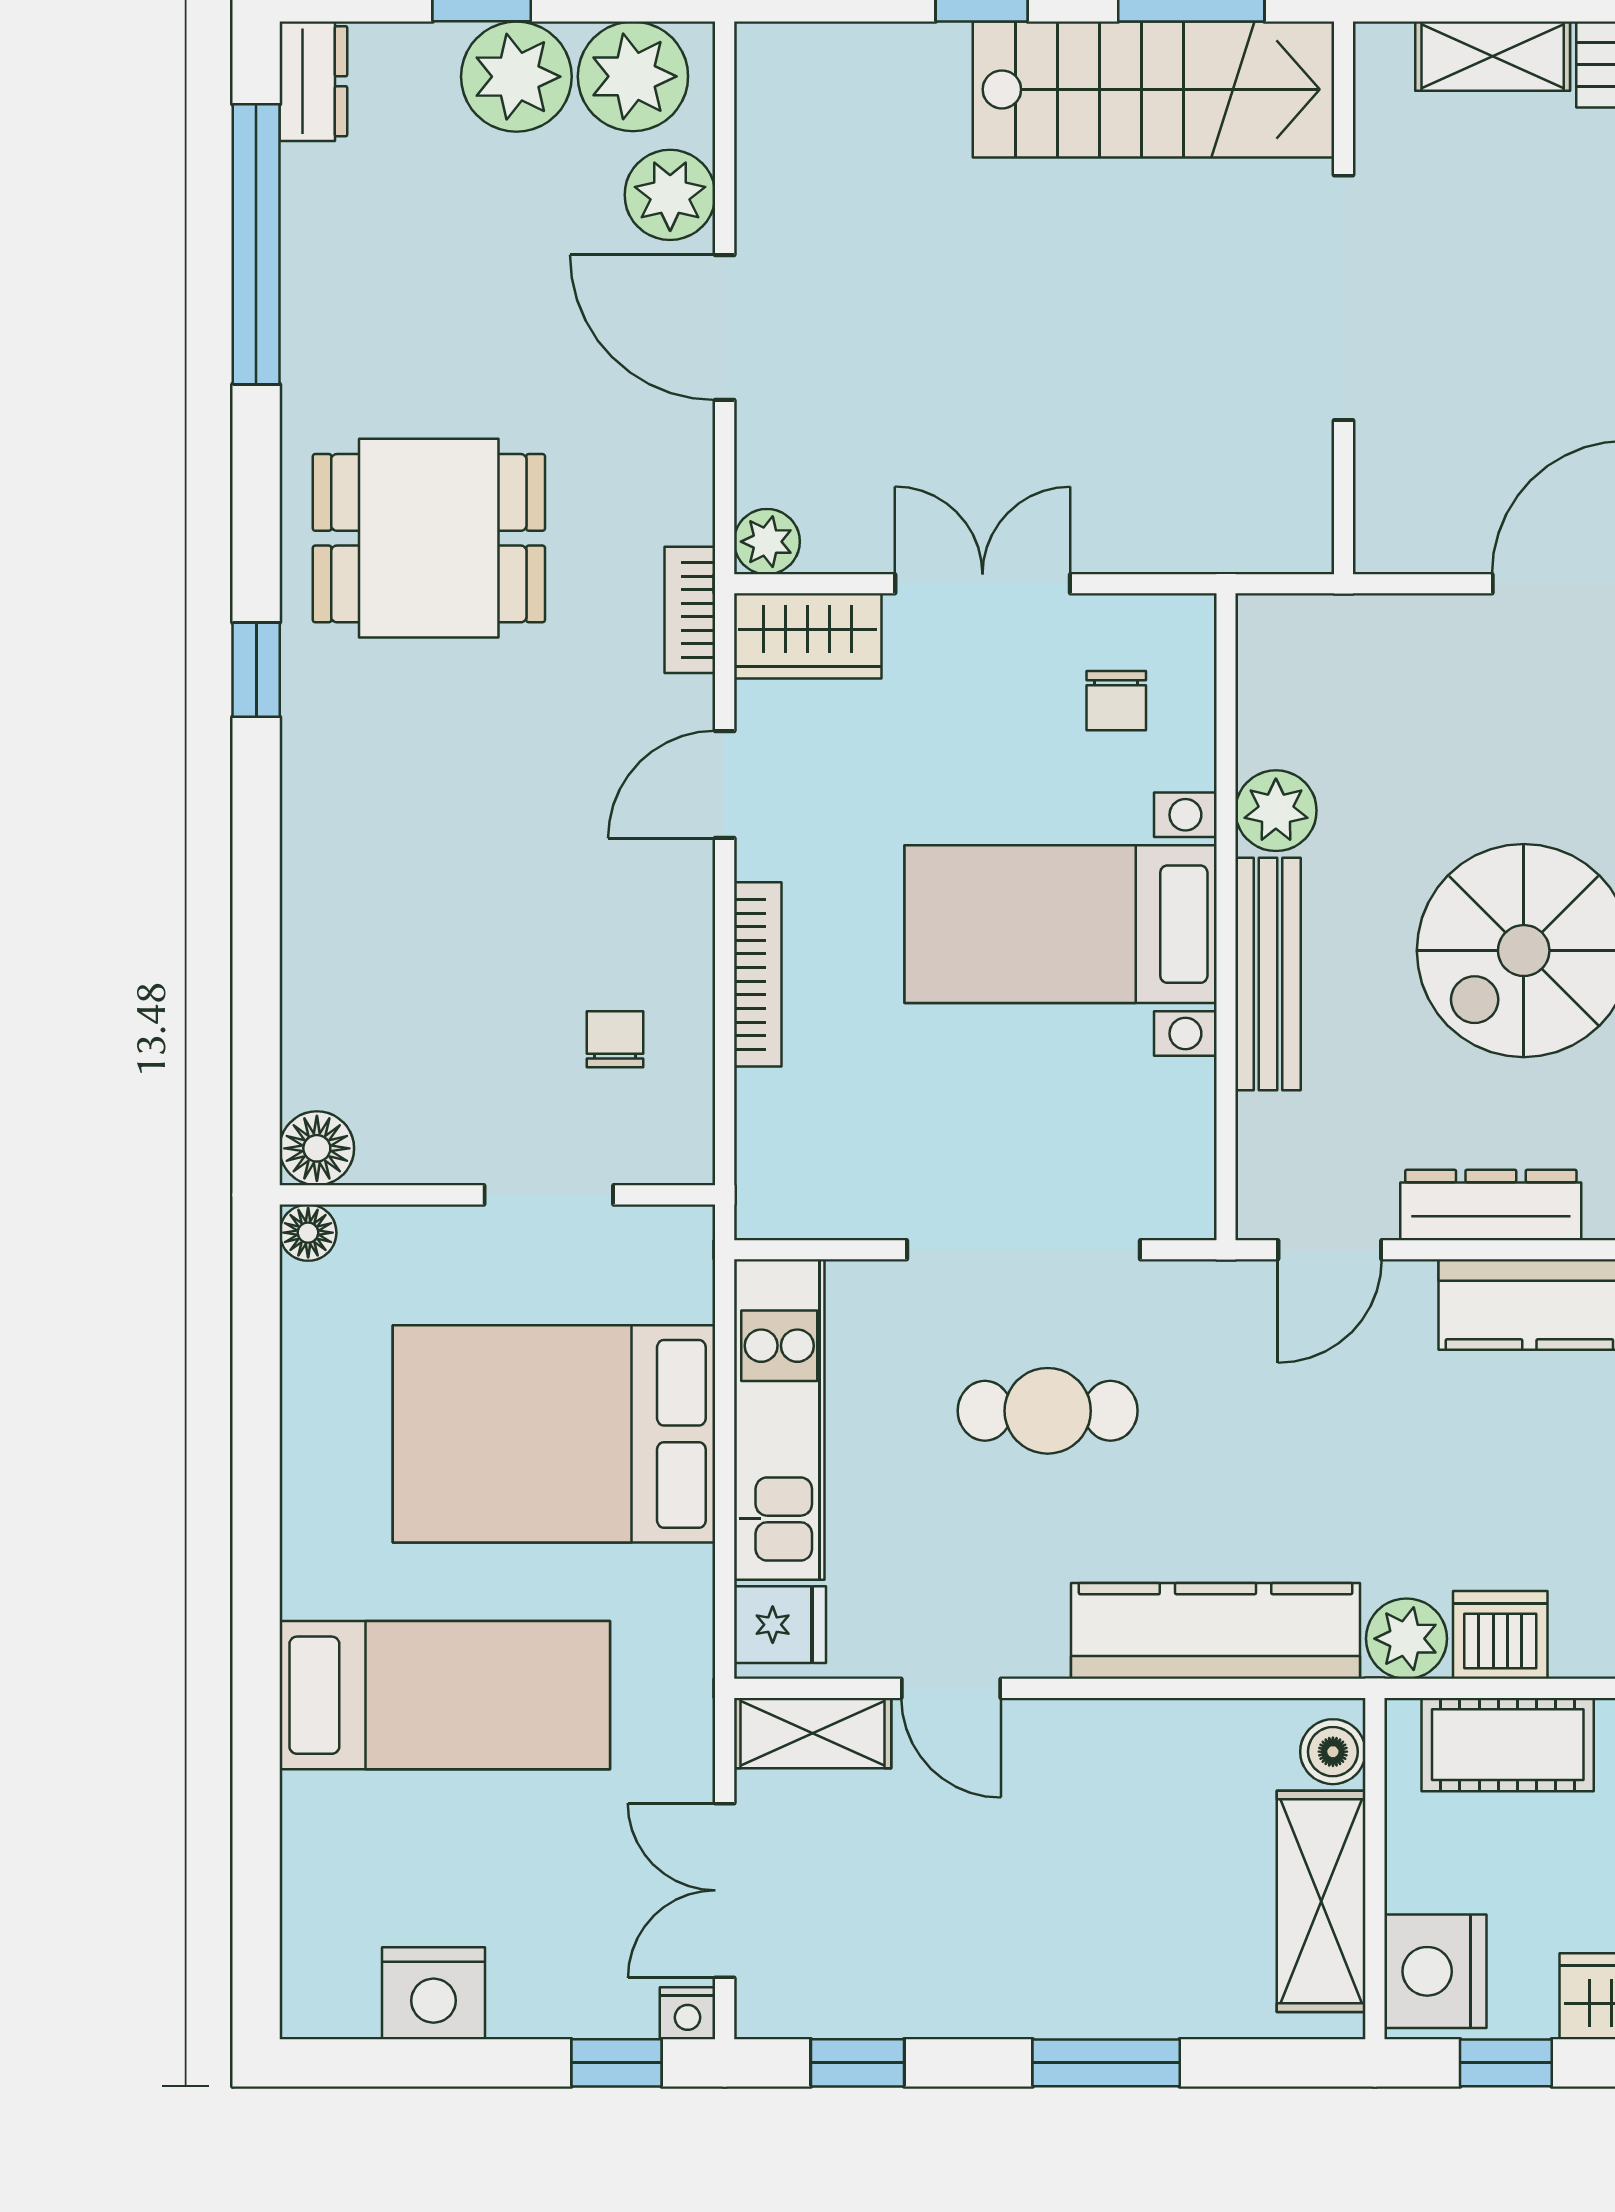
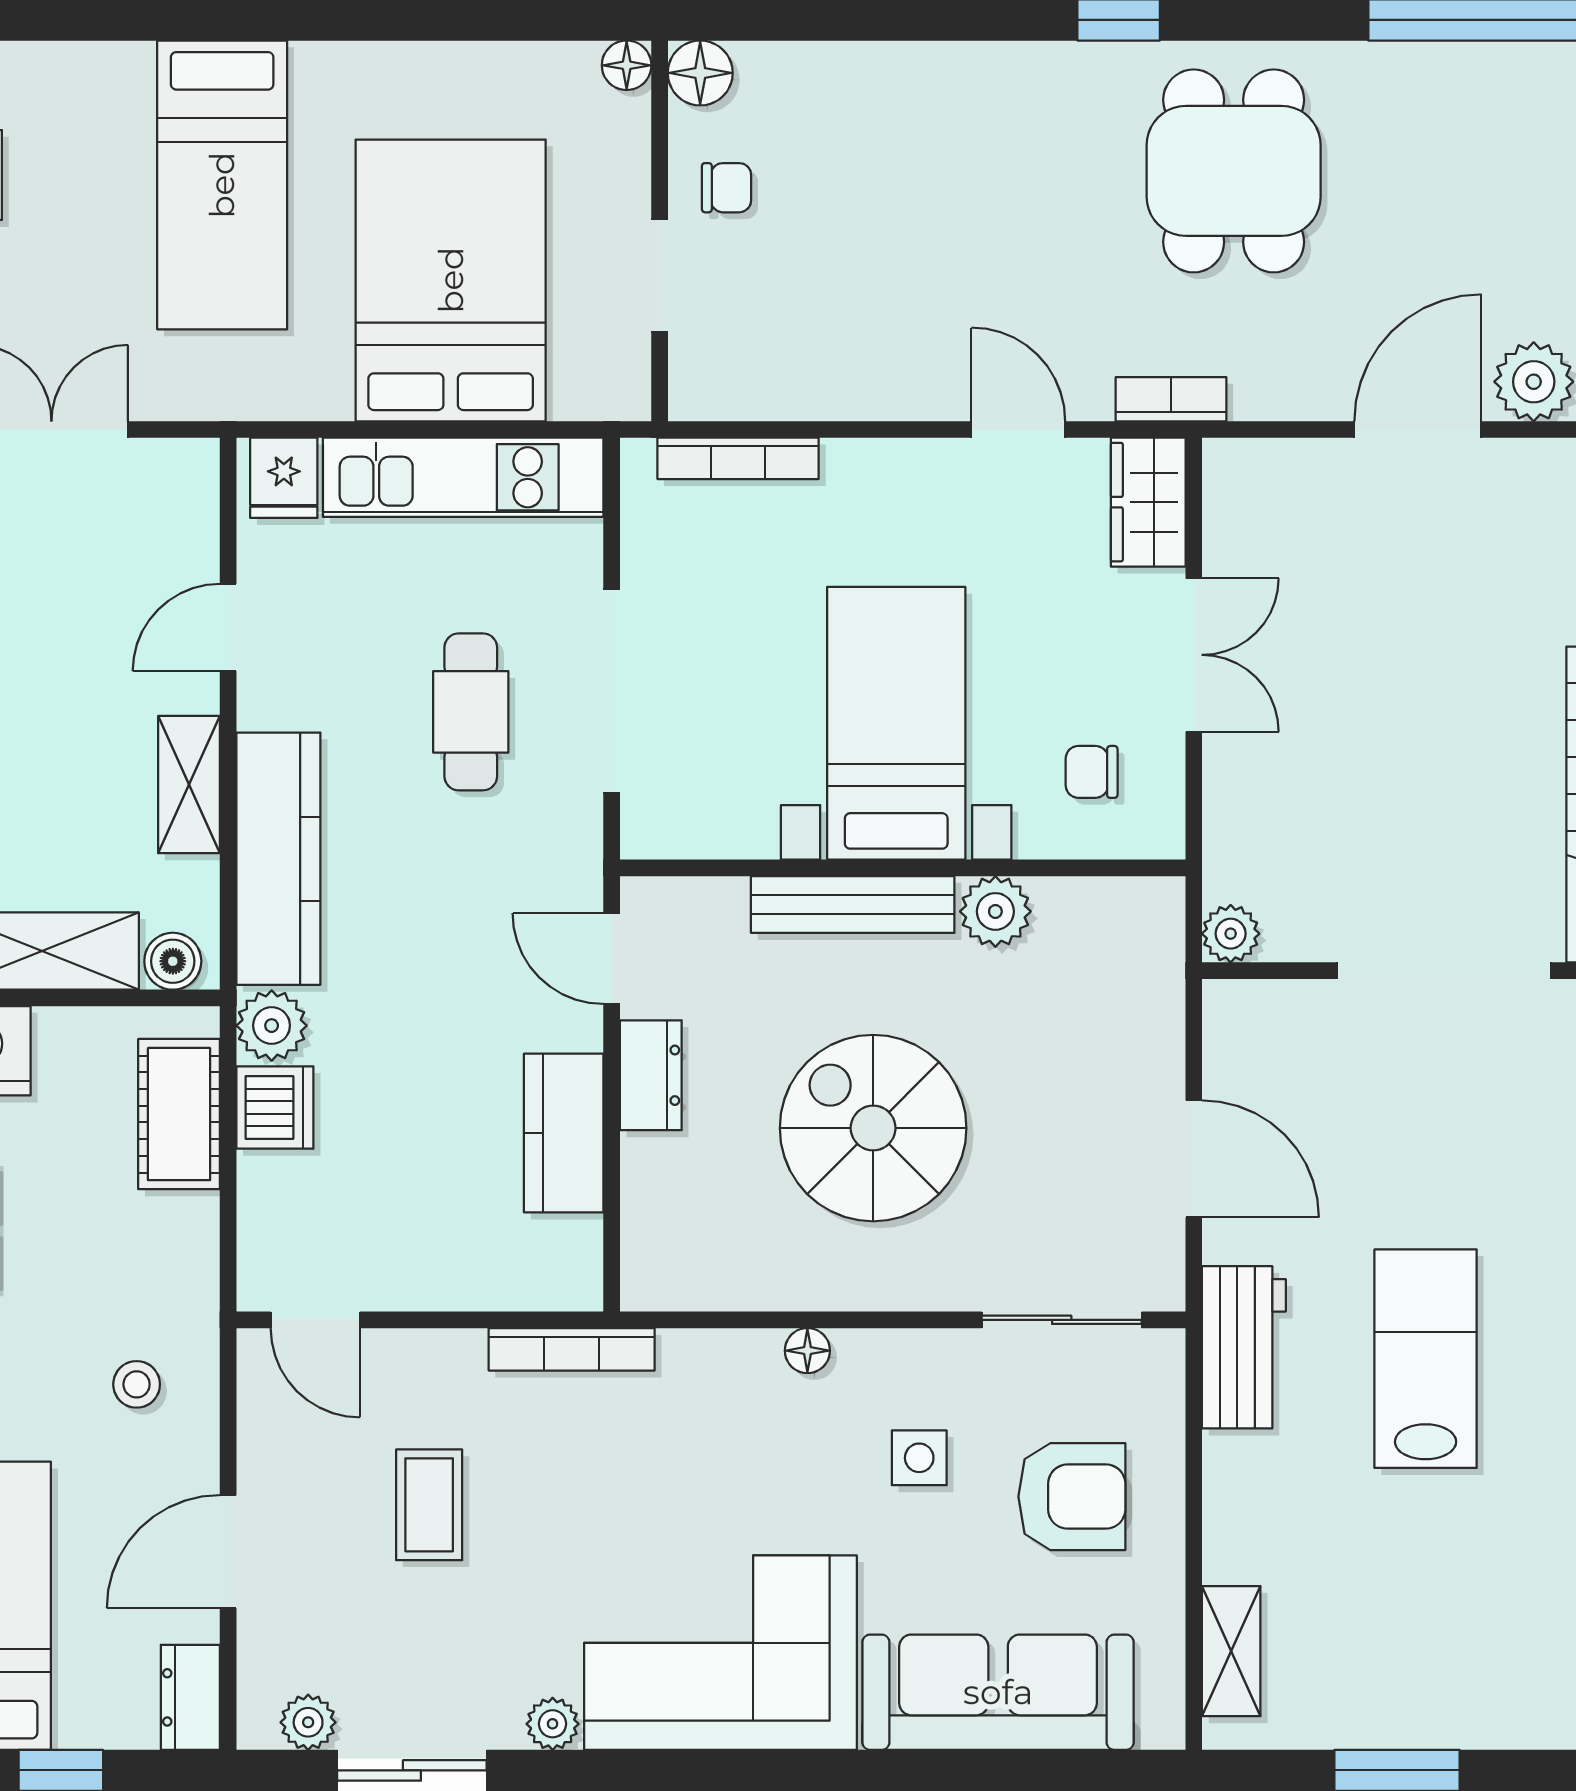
plant: (767, 542) -> (1231, 934), moved
bookcase: (758, 974) -> (738, 458), moved
chair: (615, 1039) -> (727, 188), moved
dresser: (1491, 1205) -> (651, 1075), width x0.70
shelving: (813, 1733) -> (189, 785), moved

